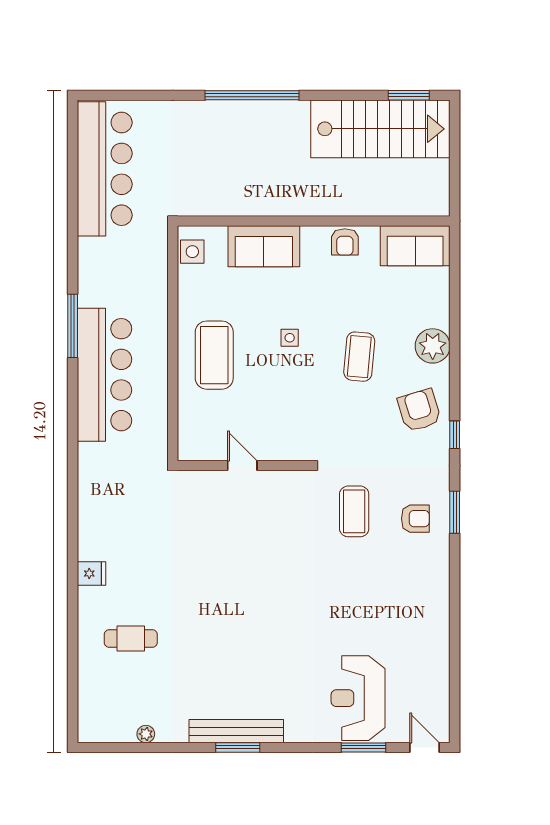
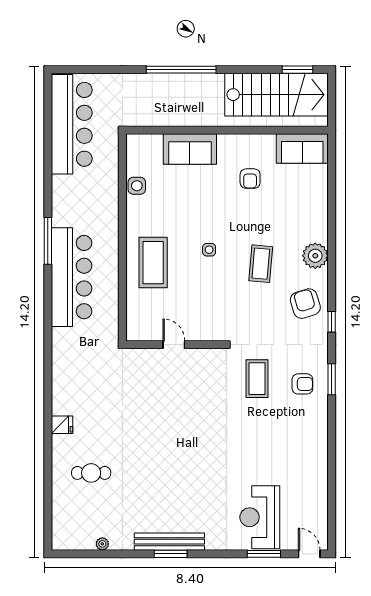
wall: (314, 221) -> (227, 130), moved
sofa: (264, 246) -> (190, 149), moved
sofa: (415, 246) -> (302, 149), moved

